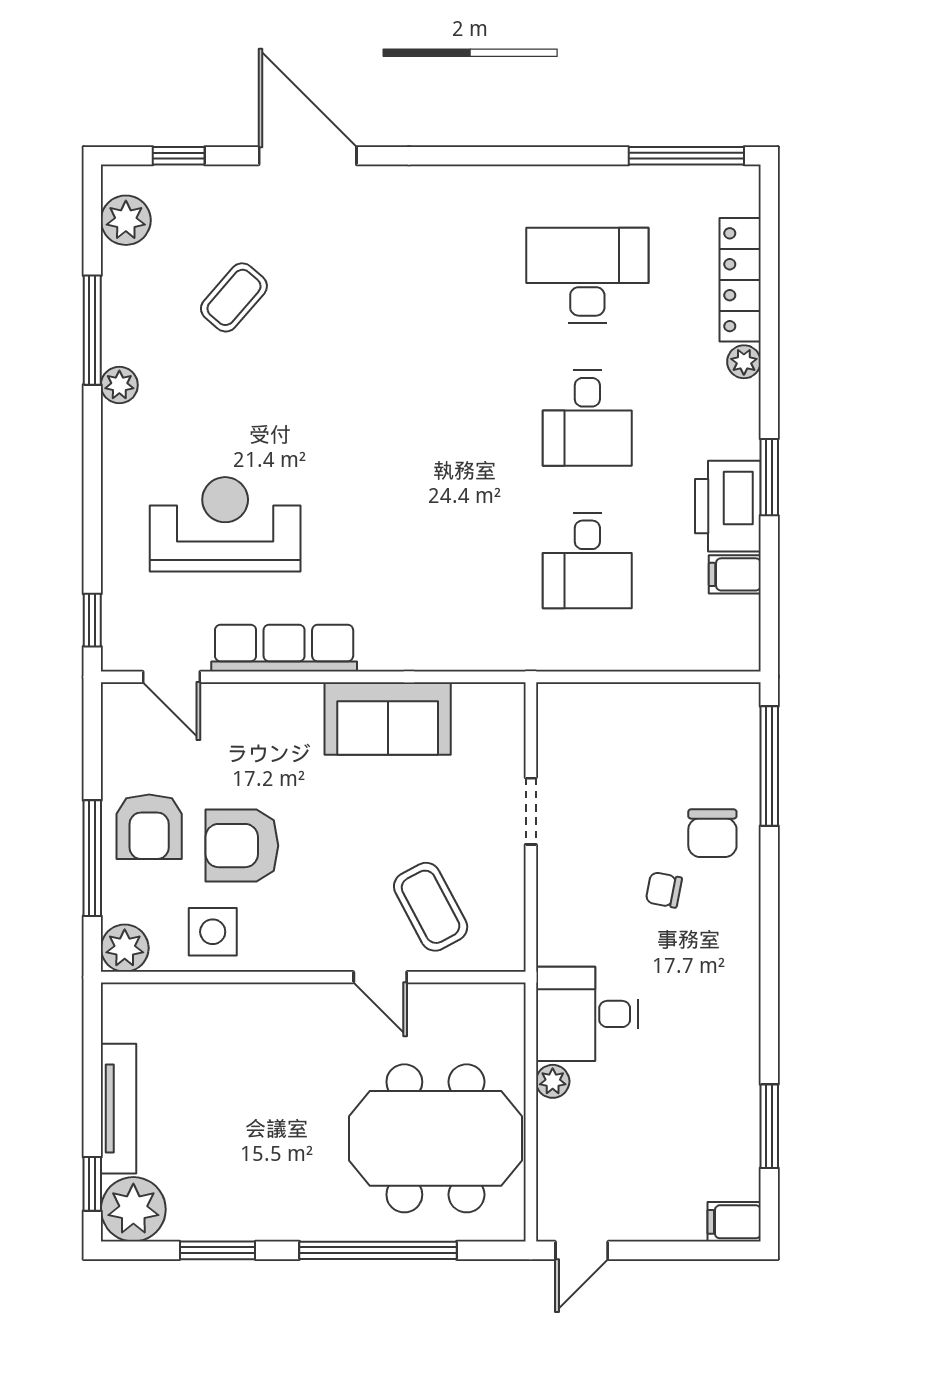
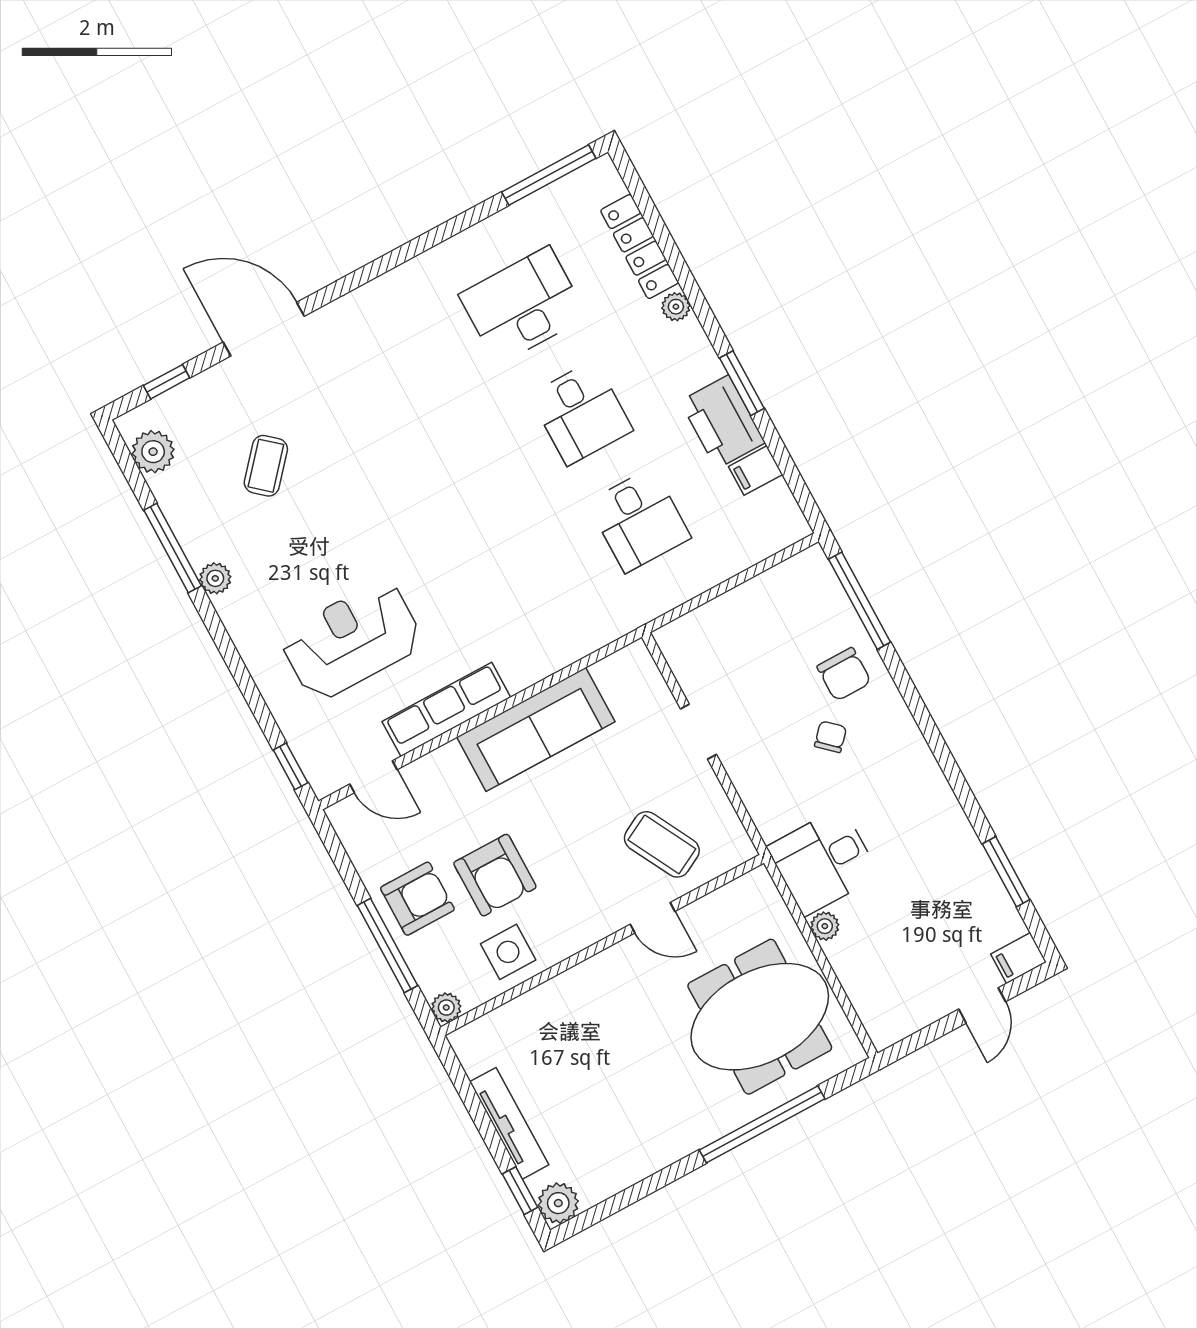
sofa: (388, 719) -> (536, 729), width x1.36
armchair: (149, 827) -> (417, 899), turned -90
armchair: (242, 846) -> (495, 875), turned -90
chair: (664, 890) -> (831, 737), turned 122
plant: (125, 948) -> (446, 1008), width x0.73, depth x0.73
plant: (133, 1209) -> (558, 1203), width x0.73, depth x0.73
window: (218, 1250) -> (641, 1190), removed
door: (582, 1250) -> (982, 1005), moved

